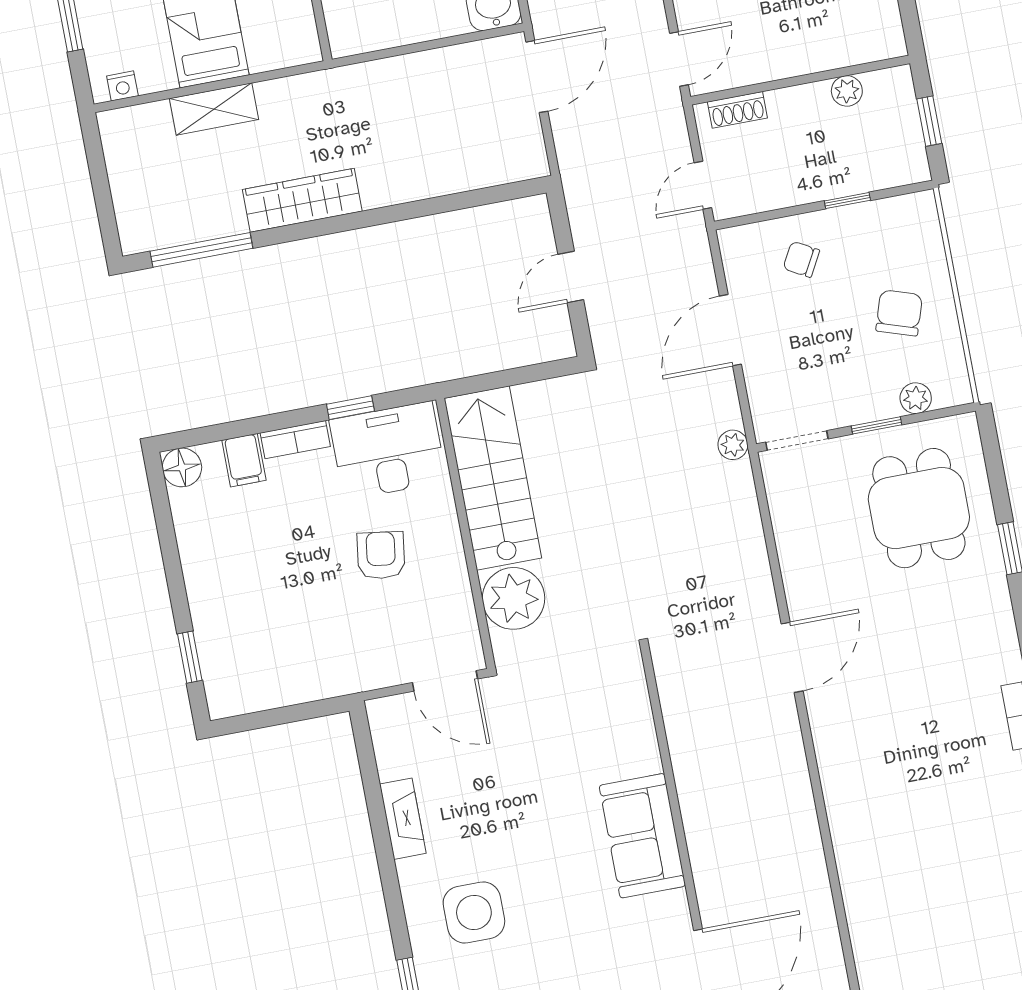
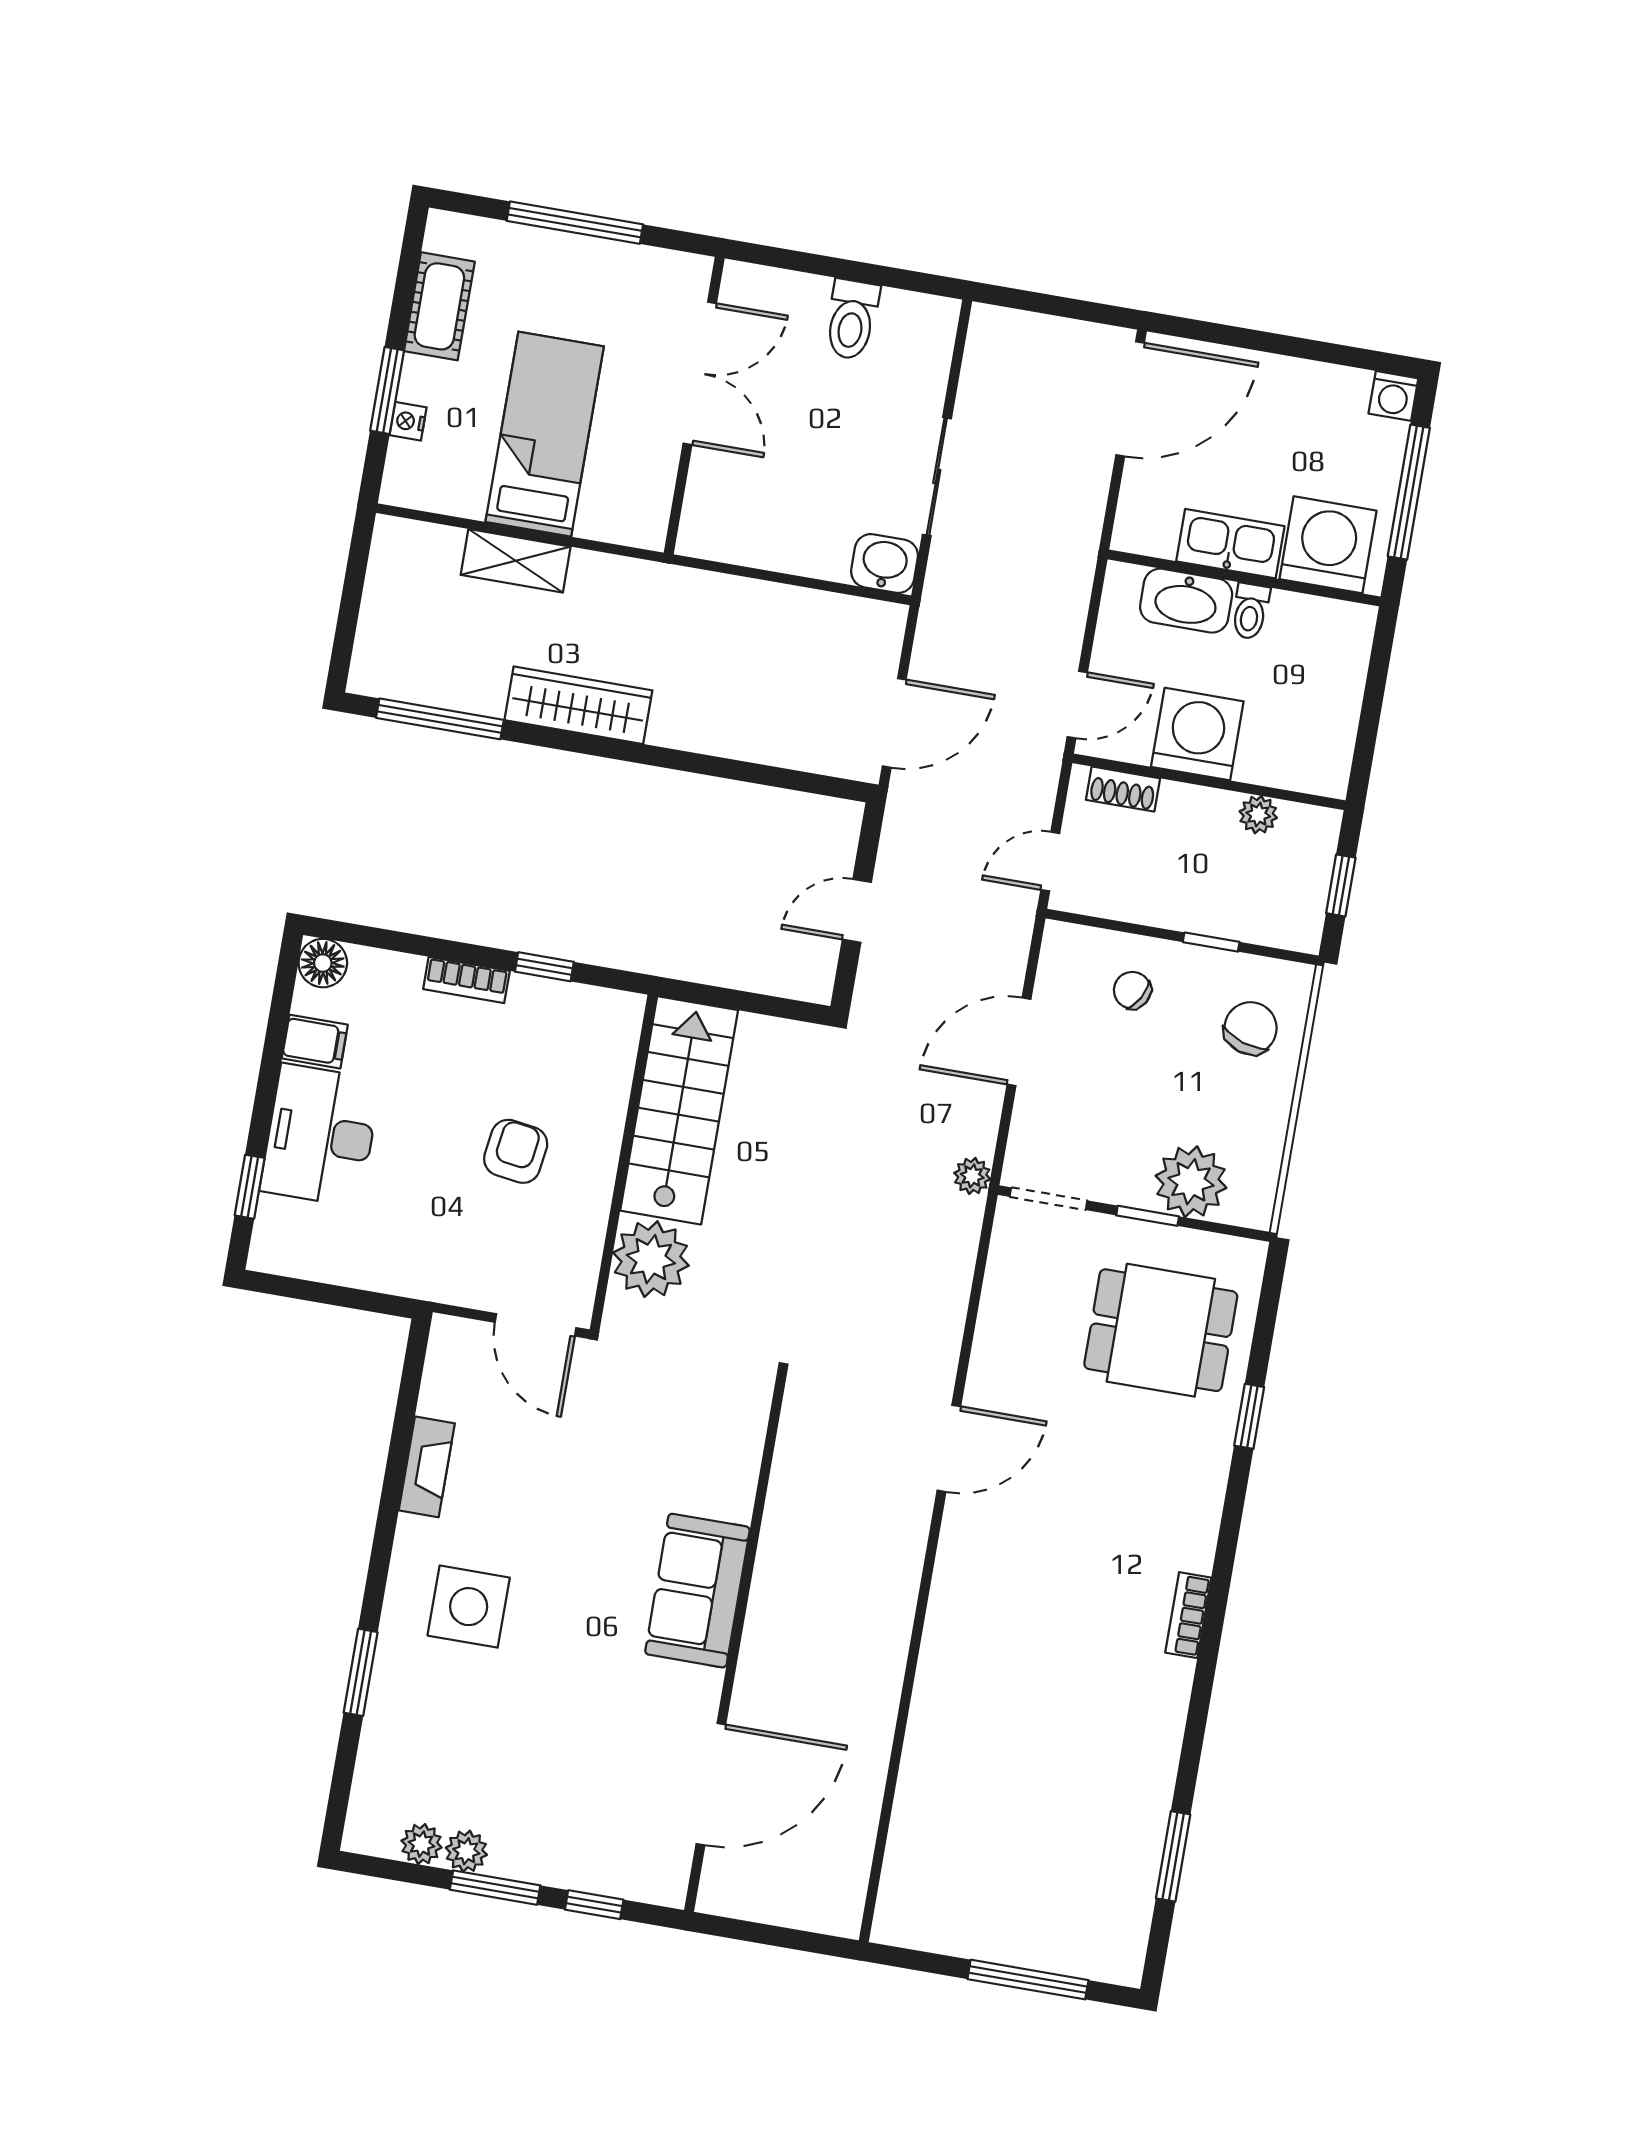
washing machine: (778, 47) -> (1197, 734), added
door: (537, 77) -> (894, 723), moved
nightstand: (122, 86) -> (408, 421), moved, turned 90
chair: (899, 313) -> (1251, 1028), moved
plant: (916, 398) -> (1191, 1182), width x1.88, depth x1.88
desk: (388, 451) -> (320, 1135), moved, turned -90
filing cabinet: (244, 460) -> (315, 1042), moved, turned -90
dining table: (919, 508) -> (1161, 1330), turned 90

